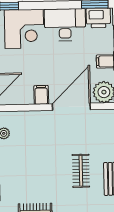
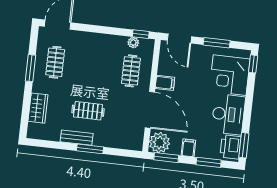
clothes rail: (33, 132) -> (131, 71), added

